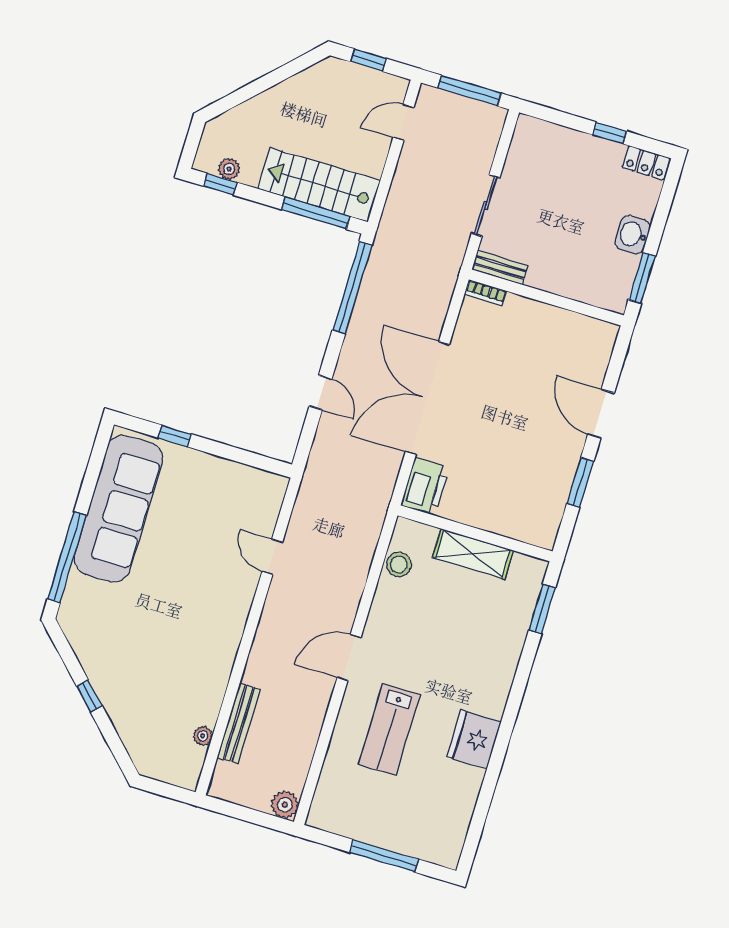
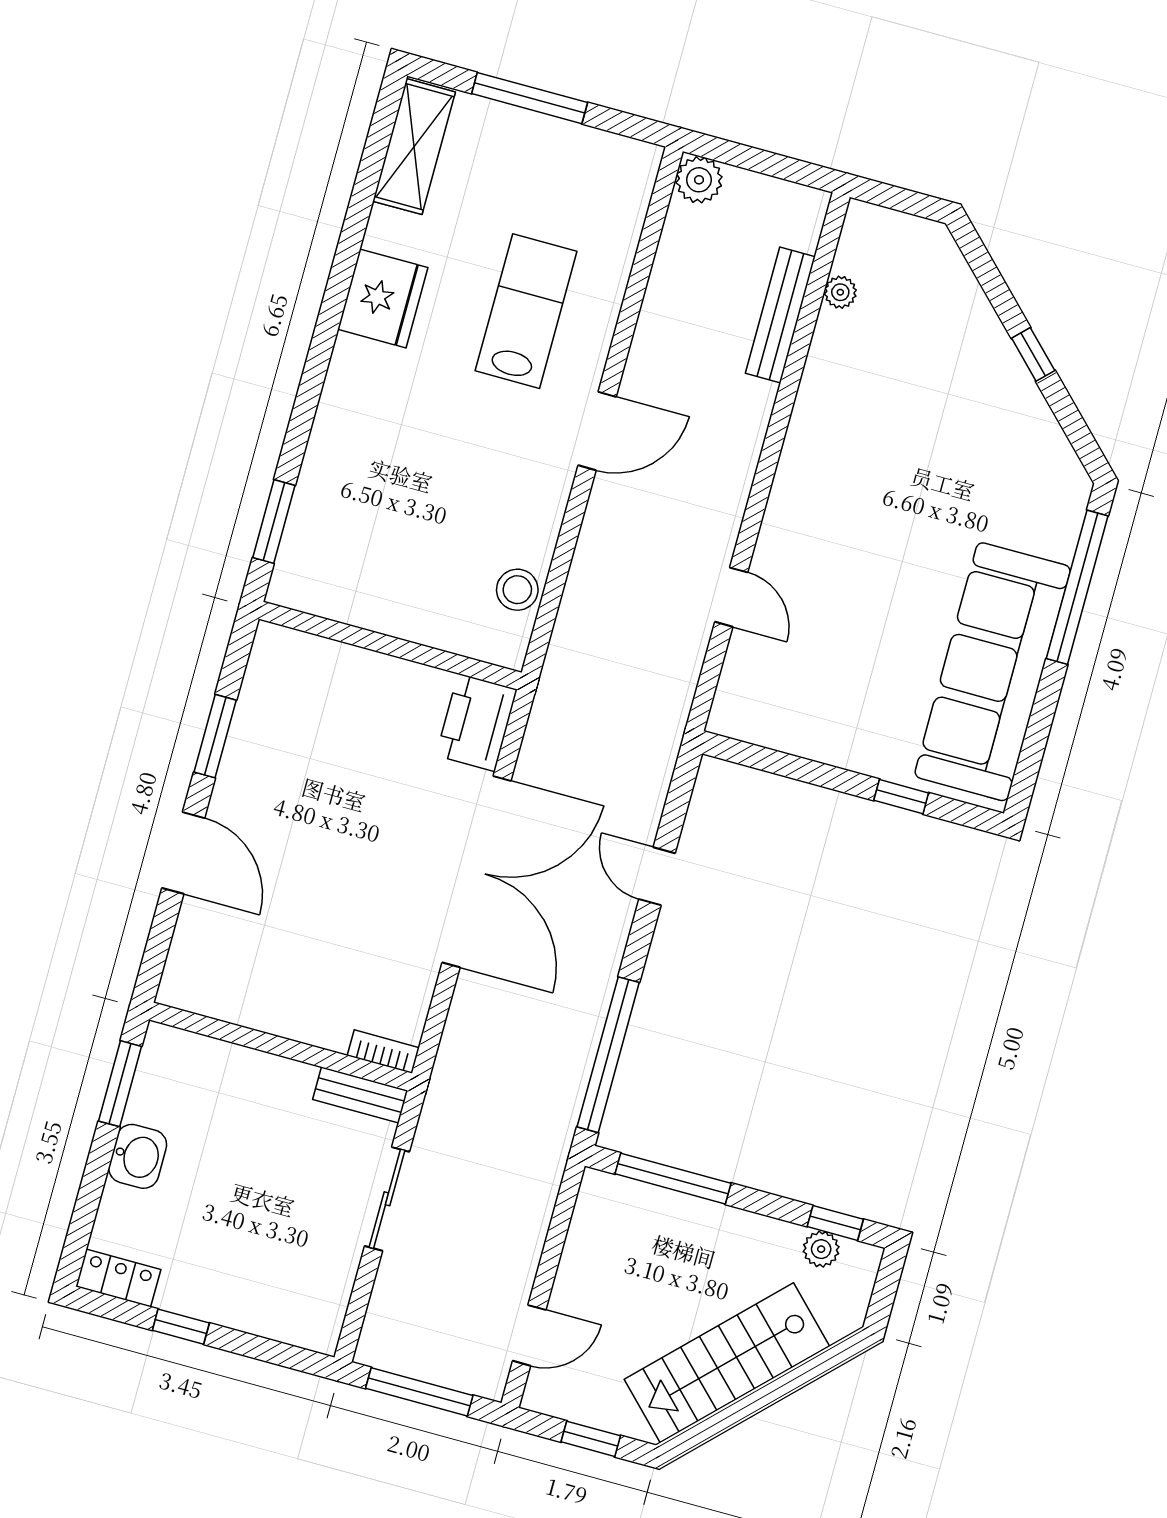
stairs: (319, 185) -> (727, 1363), moved, turned 135
shelving: (473, 554) -> (414, 147), moved, turned 90

